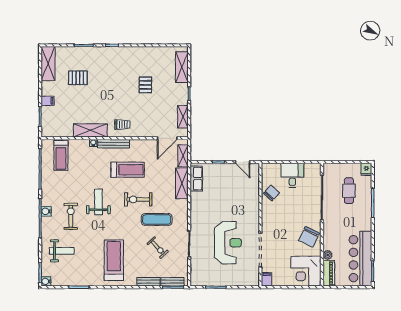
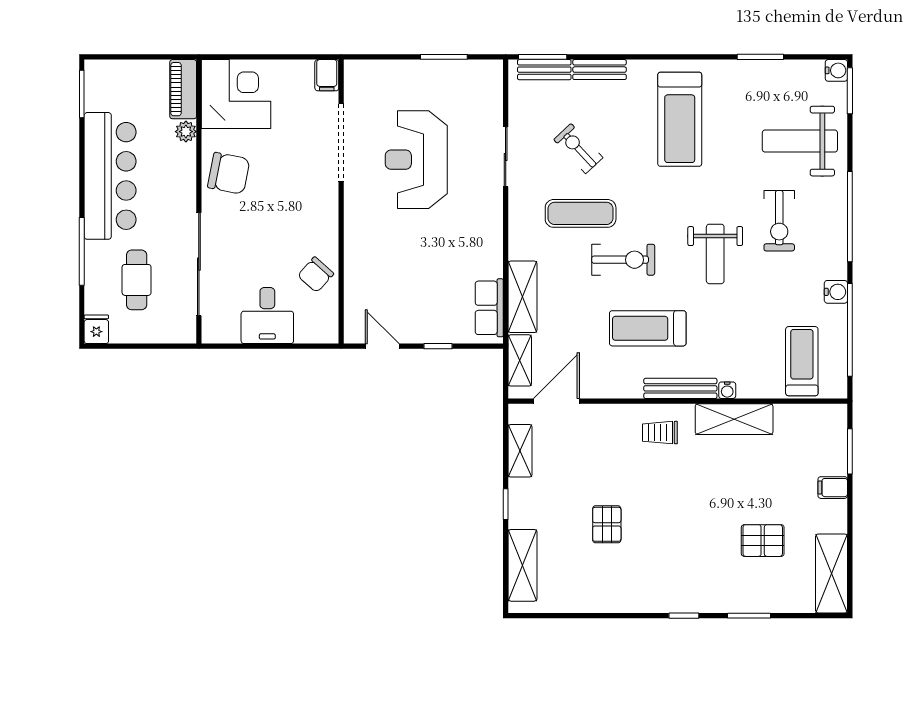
water cooler: (46, 211) -> (836, 292), moved
chair: (309, 237) -> (229, 173), turned 75
weight bench: (62, 251) -> (800, 141), width x1.36, depth x1.33
bar counter: (360, 259) -> (110, 176), moved

